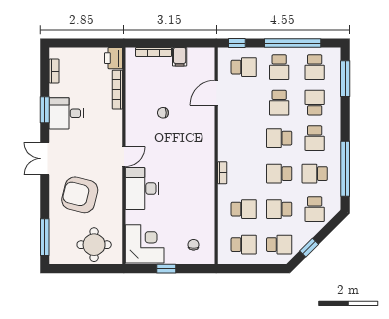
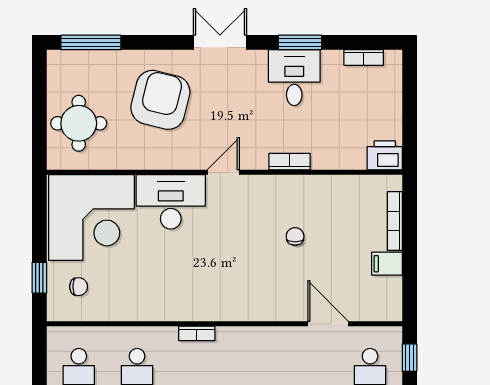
bookcase: (117, 90) -> (289, 162), moved, width x0.64
door: (124, 157) -> (223, 172), swing flipped
corner desk: (145, 244) -> (91, 218), width x1.36, depth x1.36
window: (166, 269) -> (39, 278), moved

